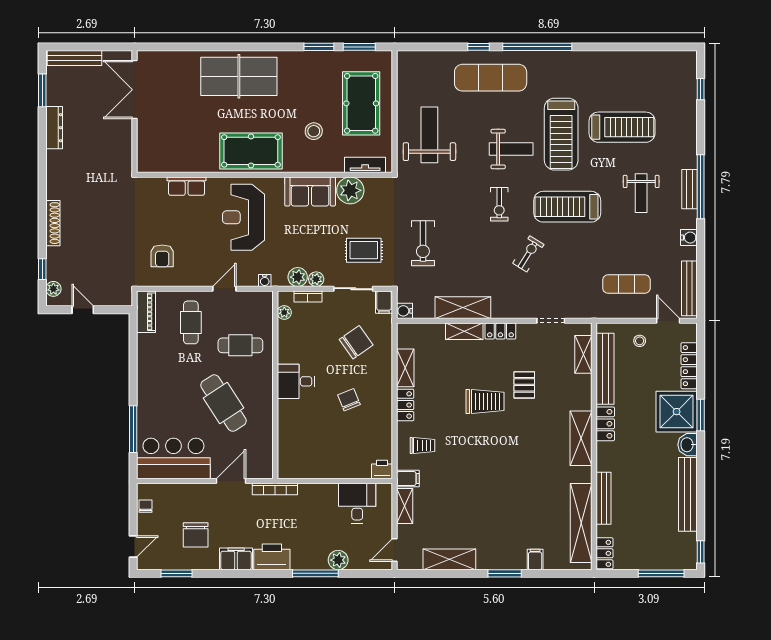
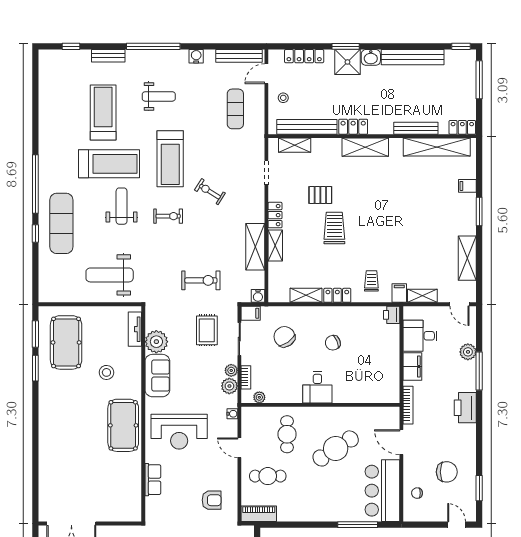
table tennis table: (239, 76) -> (60, 436), removed
pool table: (361, 103) -> (66, 342), moved, turned 90
bench: (689, 189) -> (108, 56), moved
shower: (677, 412) -> (347, 62), width x0.73, depth x0.73
chair: (145, 506) -> (417, 493), moved
filing cabinet: (236, 559) -> (412, 366), moved, turned 180

